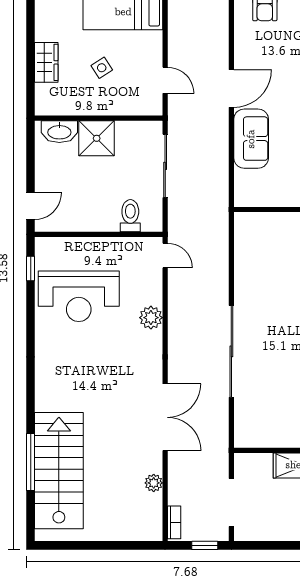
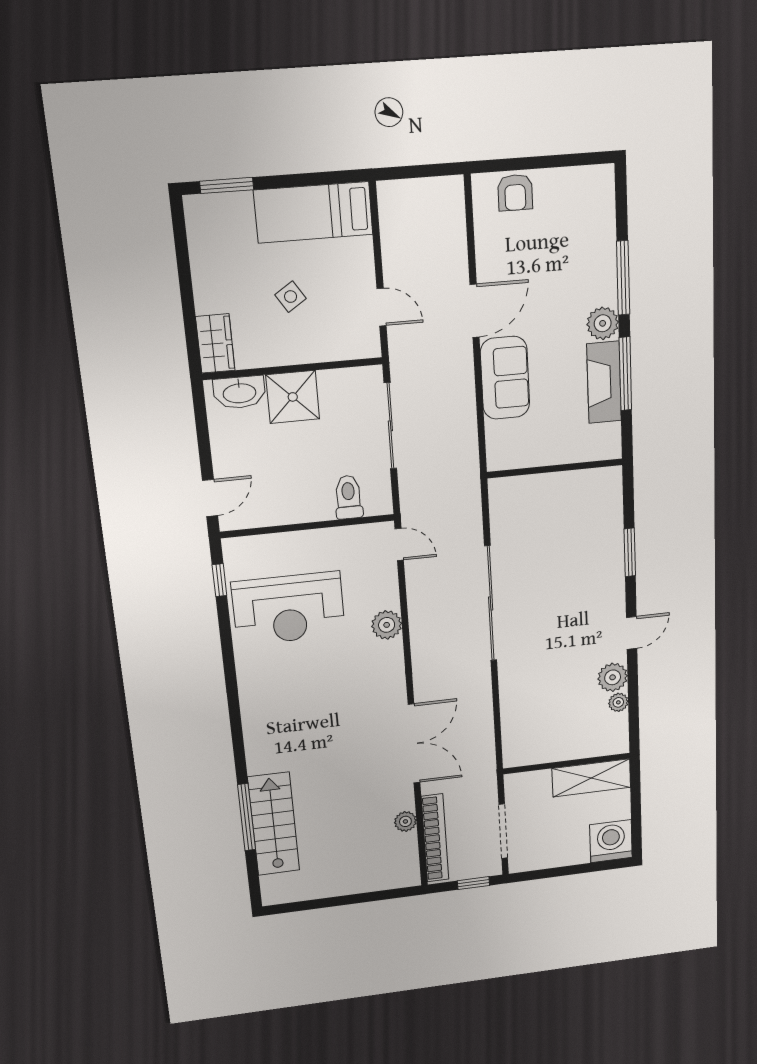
wardrobe: (46, 62) -> (215, 343), moved
sliding door: (231, 351) -> (491, 603), moved
stairs: (59, 471) -> (274, 824), width x0.73, depth x0.66
bookcase: (174, 522) -> (435, 838), width x2.31, depth x1.31

